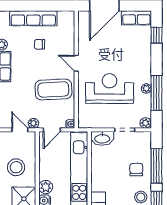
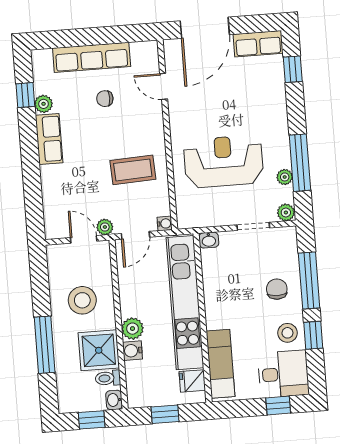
door: (76, 63) -> (164, 86), moved
coffee table: (53, 89) -> (133, 170), width x0.73, depth x0.76
plant: (146, 89) -> (285, 177), moved
washbasin: (102, 138) -> (209, 240), width x0.52, depth x0.69

